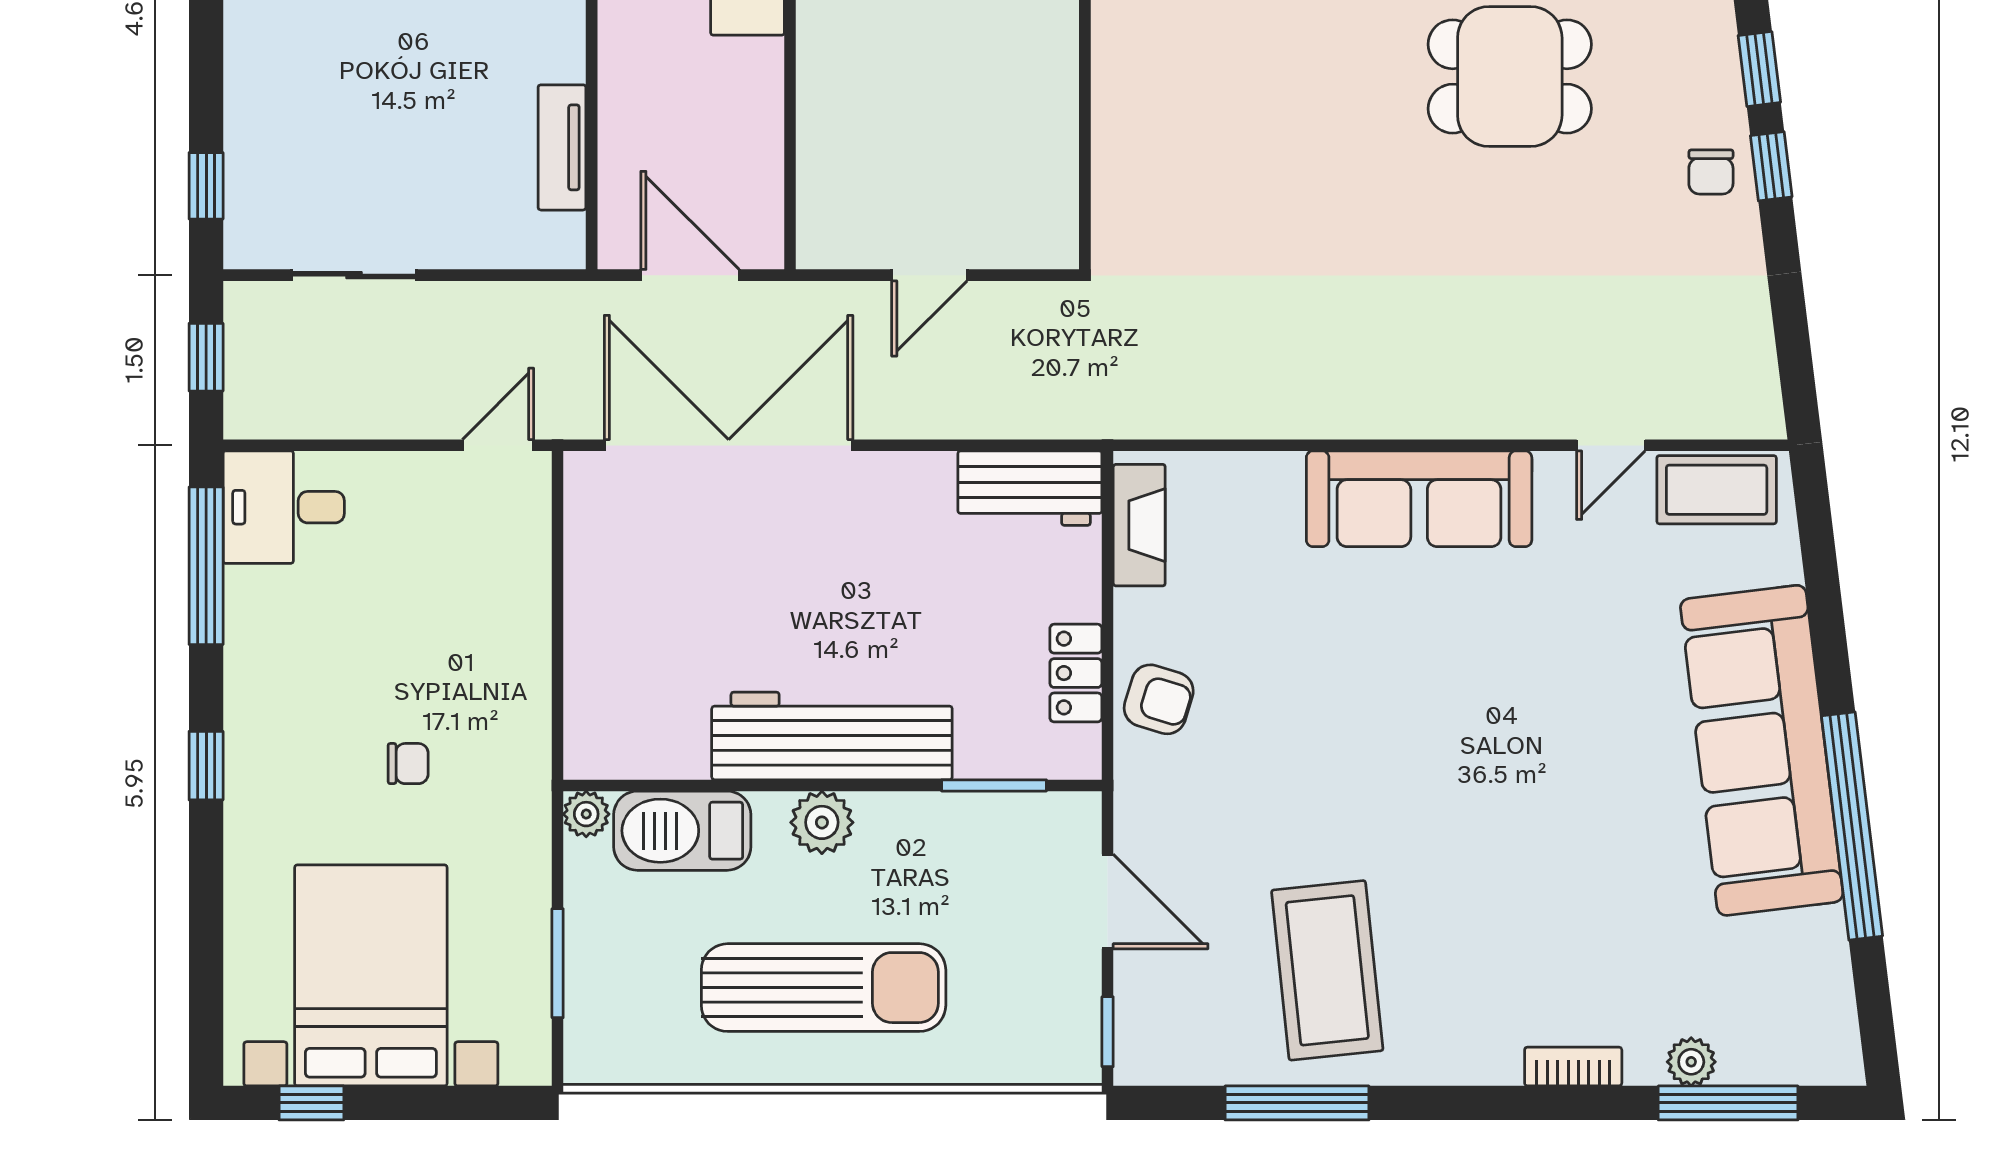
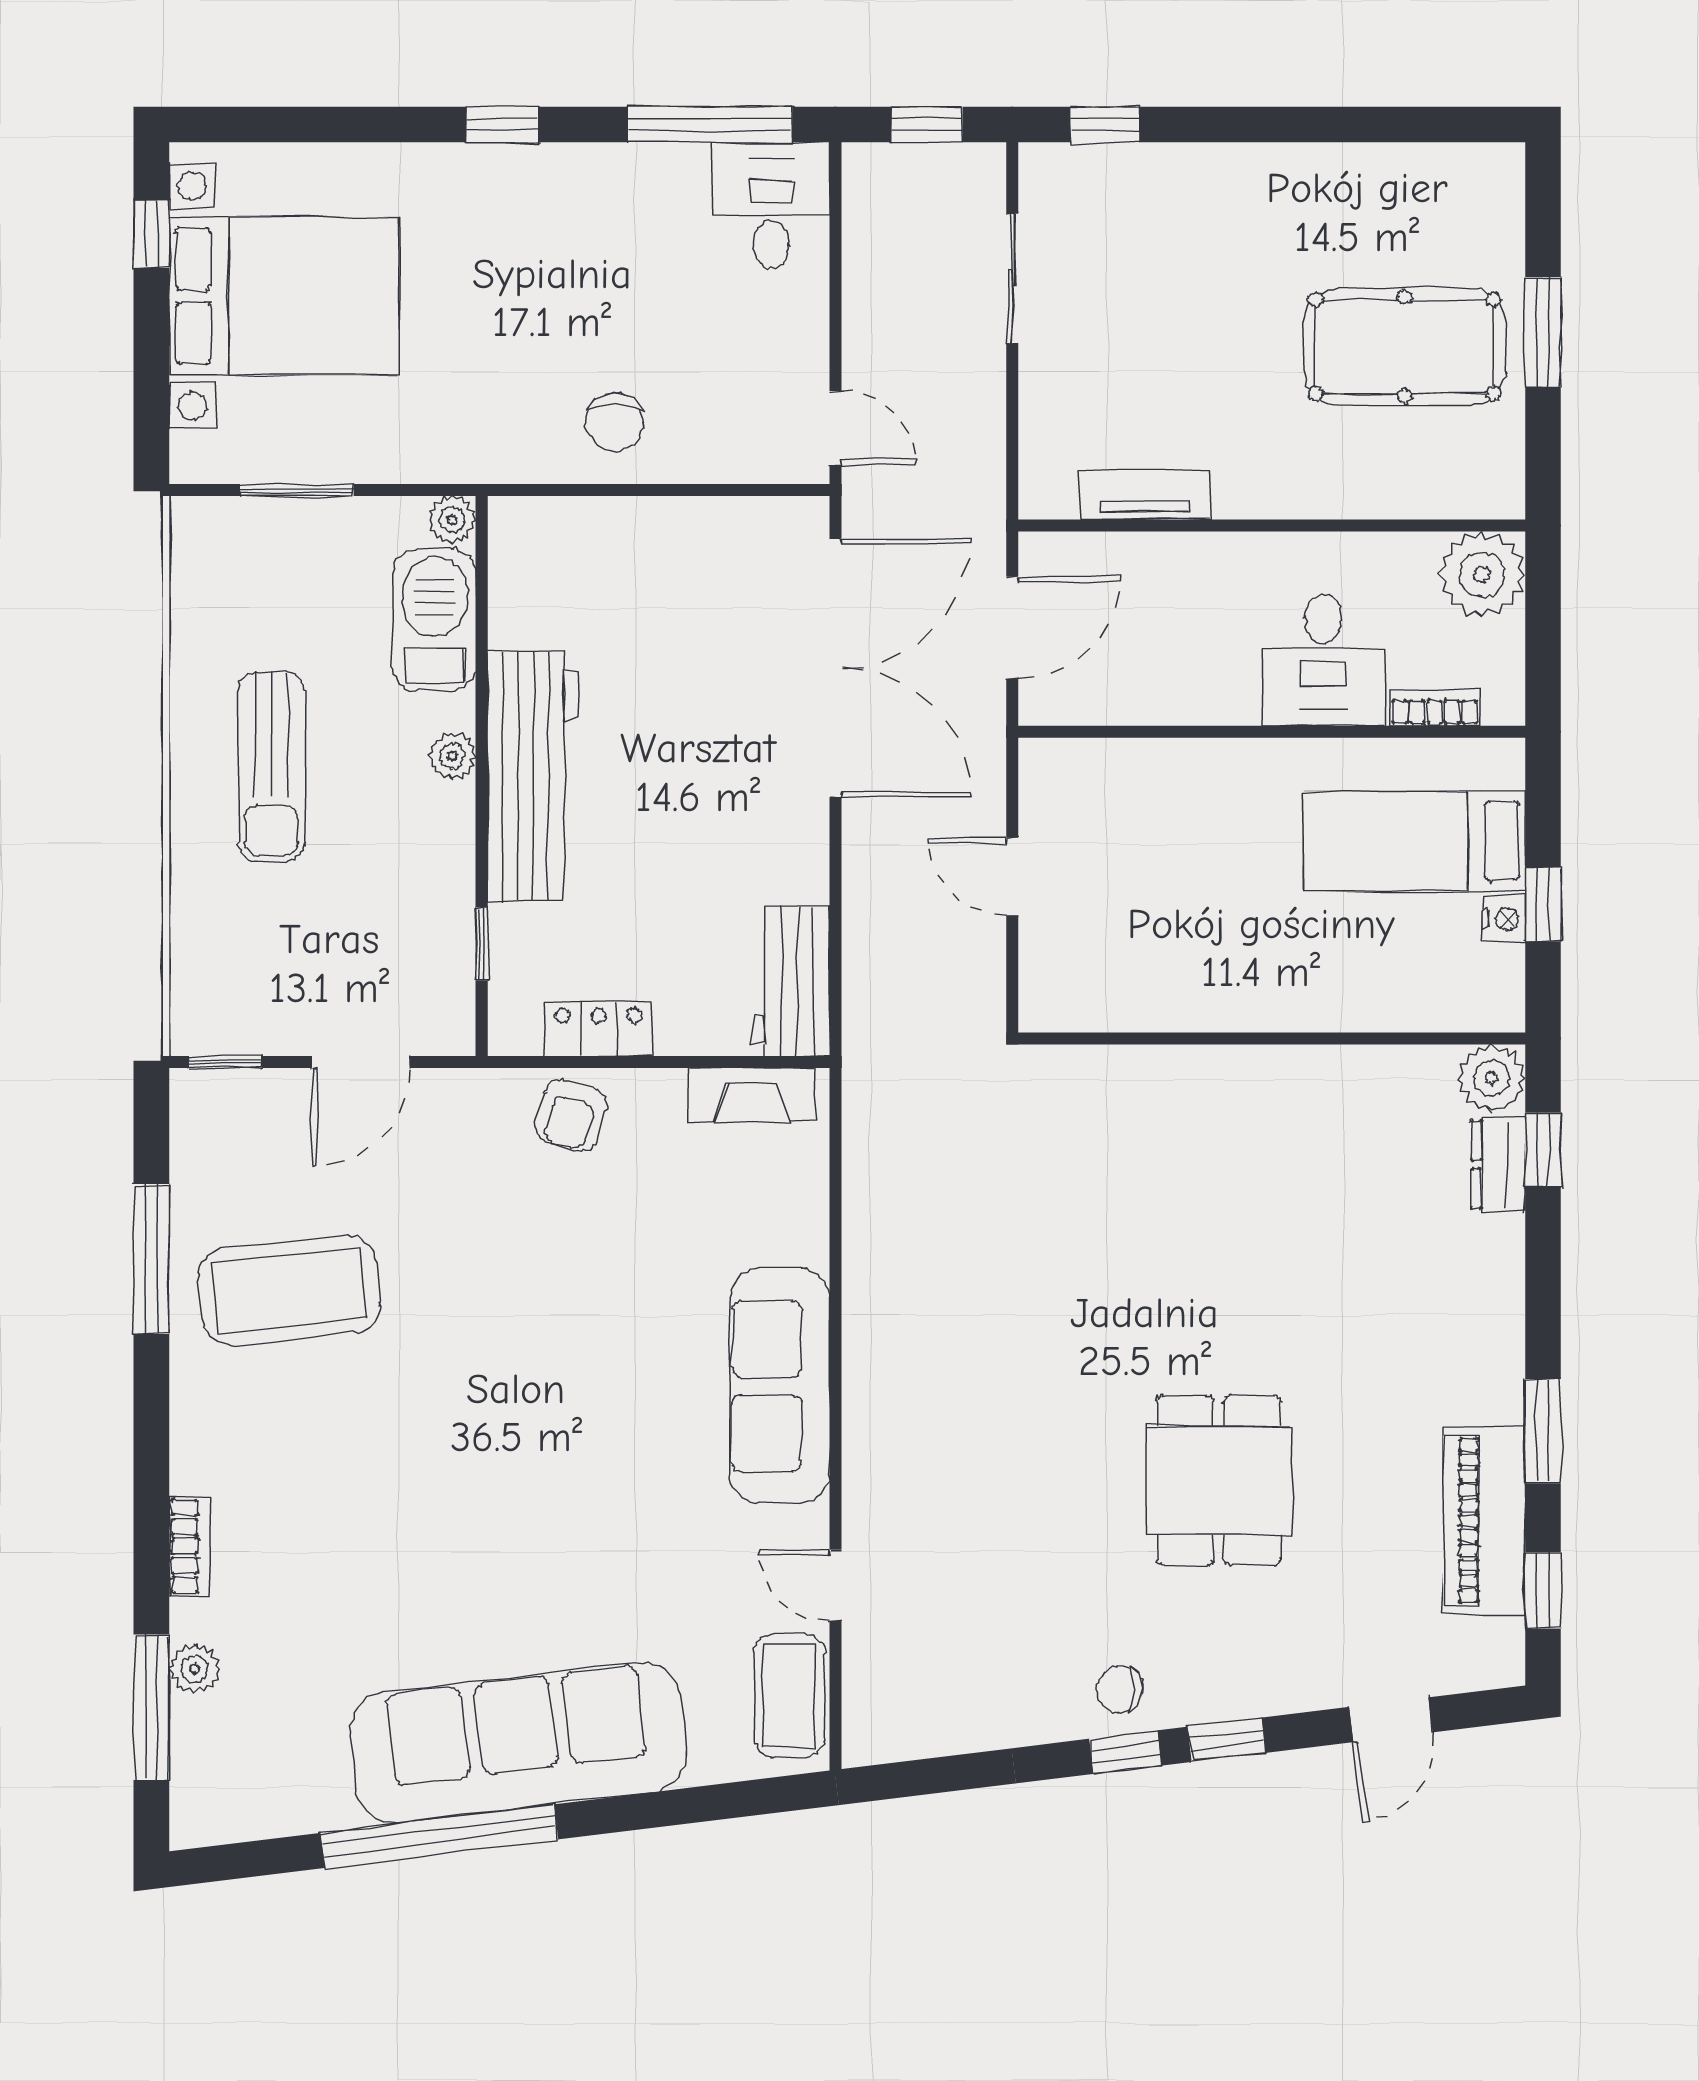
chair: (408, 764) -> (615, 422), moved, width x1.37, depth x1.37
window: (994, 785) -> (482, 944), width x0.67
plant: (822, 822) -> (452, 756), width x0.73, depth x0.73
sun lounger: (824, 988) -> (271, 767), width x0.73, depth x0.75

